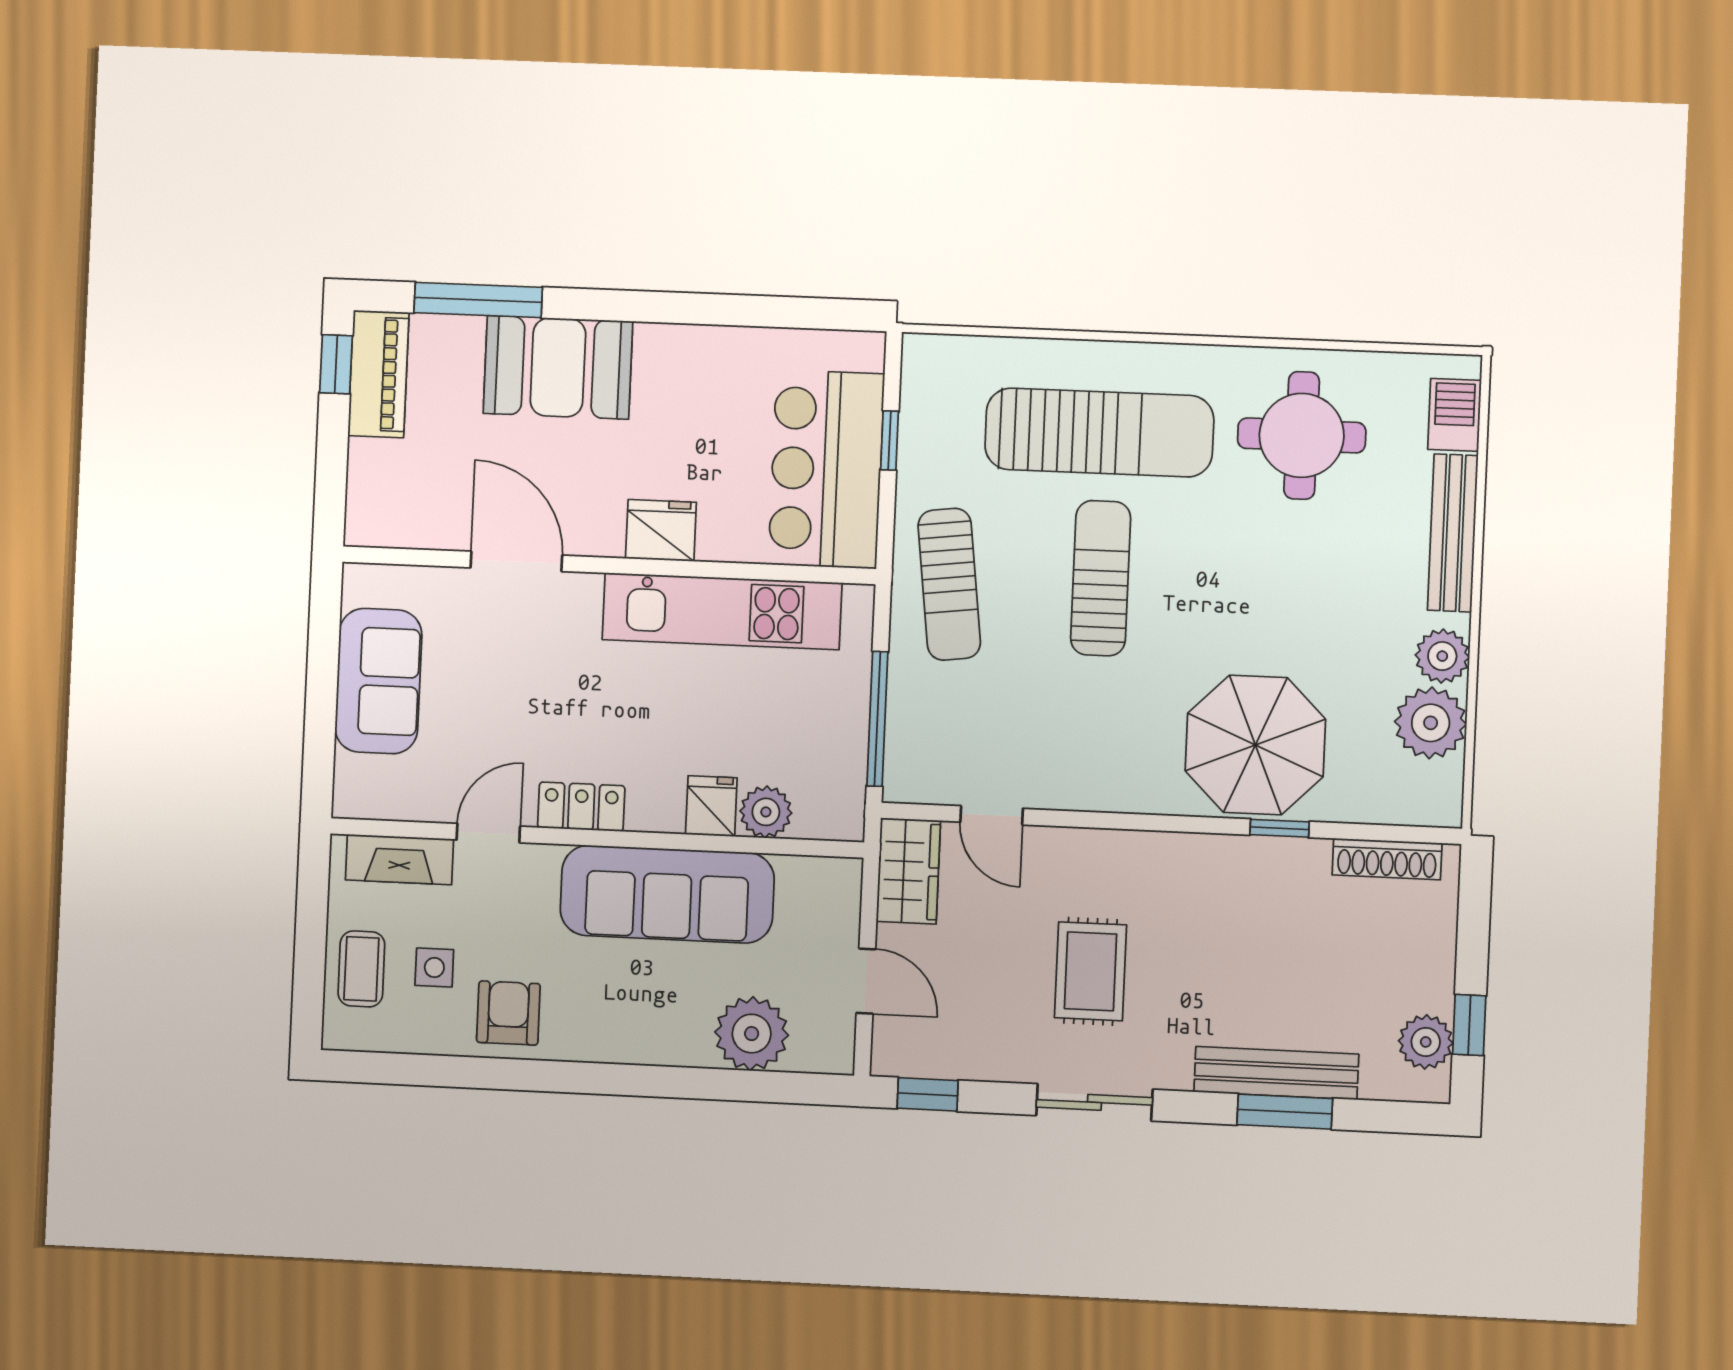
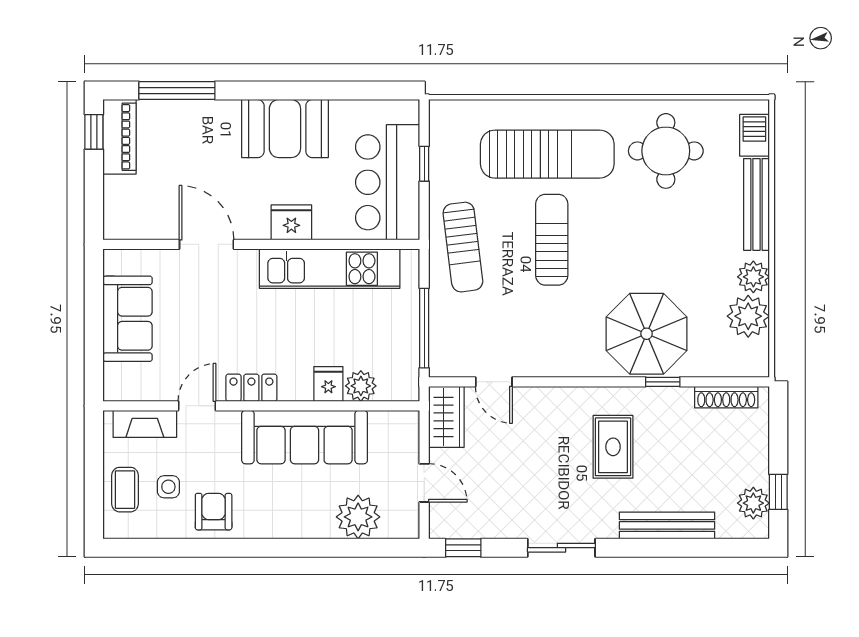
booth: (558, 367) -> (285, 129), moved
rug: (1091, 971) -> (613, 447), moved
window: (1285, 1112) -> (673, 548), removed

